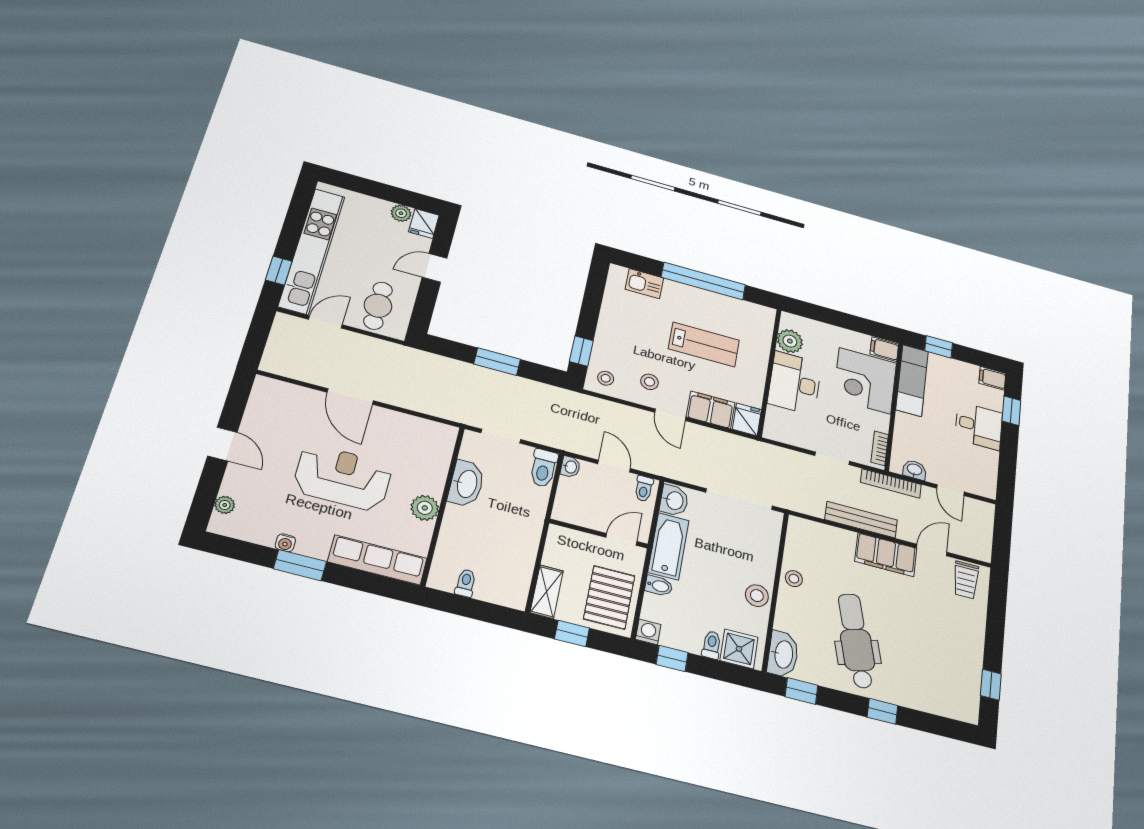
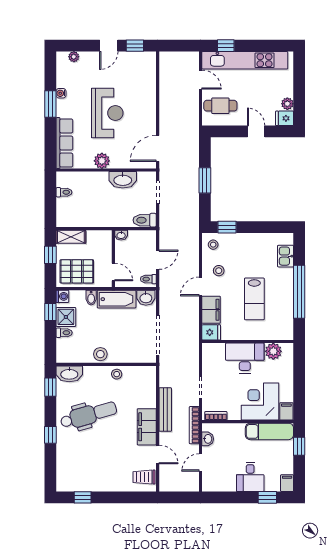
door: (350, 396) -> (158, 148), moved
window: (236, 403) -> (135, 46), added
washbasin: (570, 467) -> (121, 235), moved
shower: (739, 649) -> (66, 317), moved

